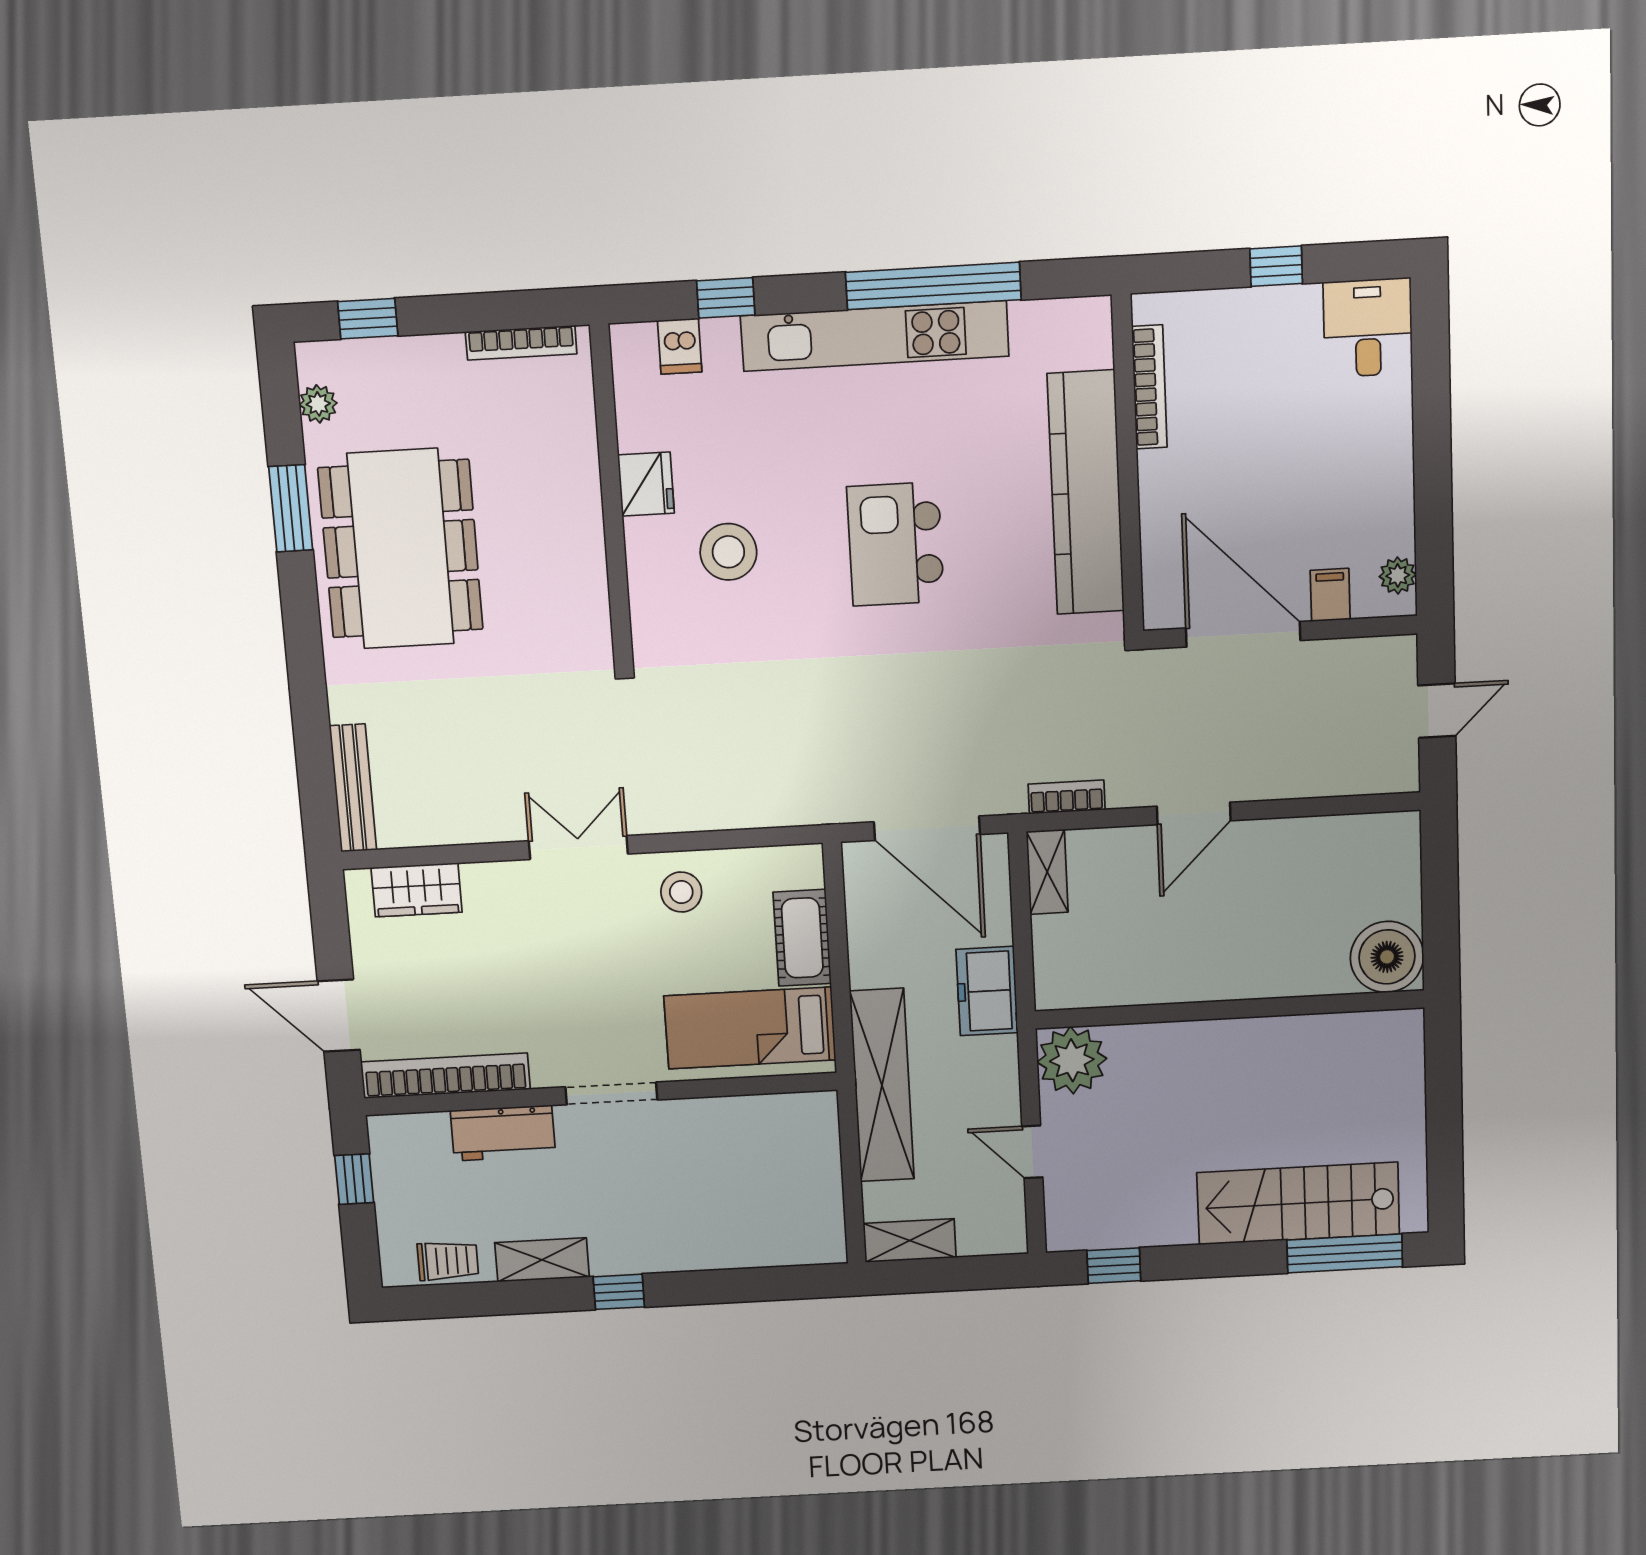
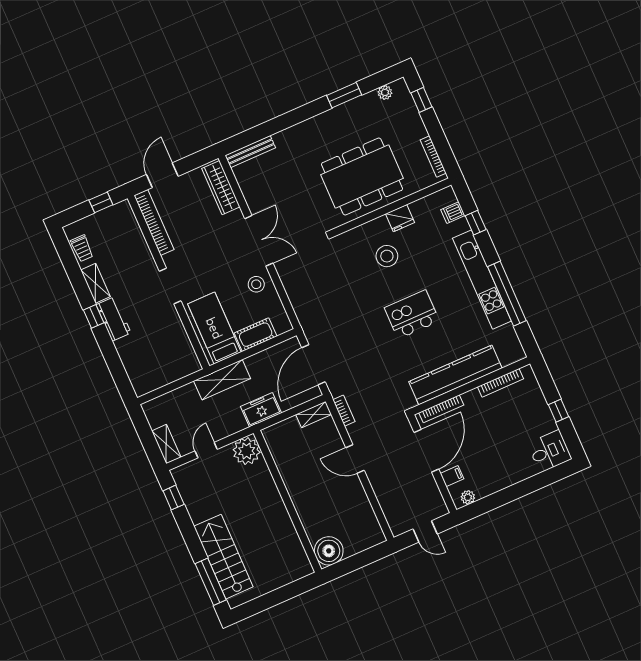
dining table: (401, 549) -> (362, 177), moved
bookcase: (1155, 559) -> (441, 409), added
double door: (578, 847) -> (259, 241), width x1.37
wardrobe: (417, 890) -> (221, 188), width x1.50
shelving: (882, 1085) -> (222, 380), width x0.68
workbench: (503, 1133) -> (114, 319), moved, turned 180
shelving: (910, 1240) -> (166, 444), moved

